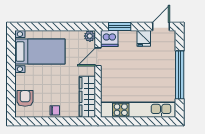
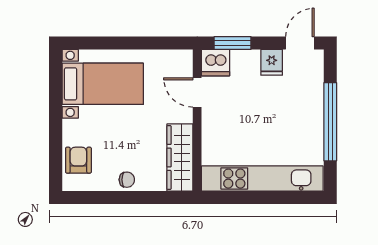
plant: (90, 36) -> (184, 59), removed
door: (98, 57) -> (197, 92), hinge flipped

